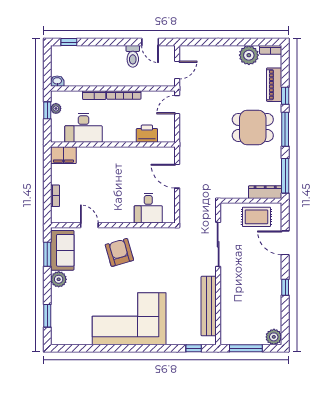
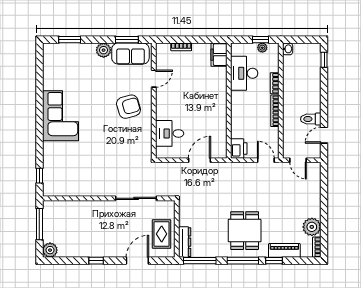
printer: (147, 134) -> (239, 149), moved
bench: (209, 306) -> (79, 190), removed
corner sofa: (129, 319) -> (61, 116), width x0.73, depth x0.74

